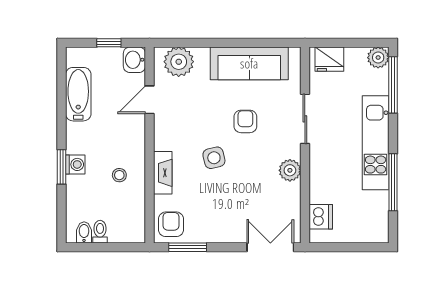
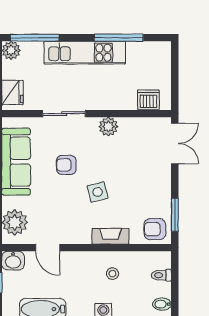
toilet: (100, 232) -> (161, 275), moved
double door: (270, 247) -> (175, 143), swing flipped

